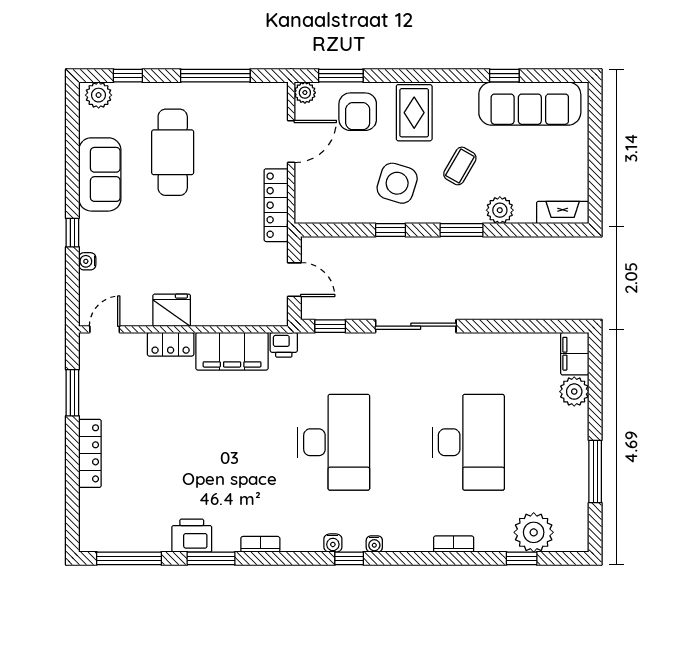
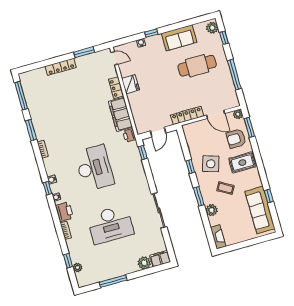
sliding door: (416, 326) -> (159, 210), moved
desk: (334, 442) -> (94, 168), turned -90
plant: (534, 532) -> (77, 268), width x0.53, depth x0.53
printer: (192, 536) -> (64, 212), moved

